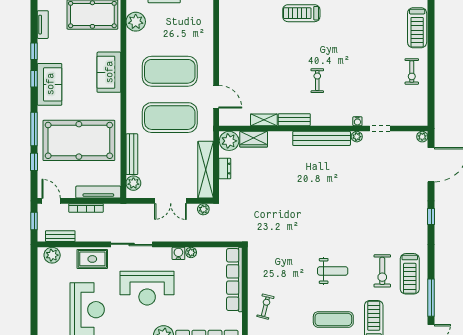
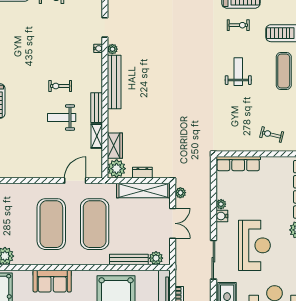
weight bench: (284, 82) -> (62, 117), added
exercise bike: (382, 271) -> (238, 25), width x0.73, depth x0.72
row of seats: (234, 280) -> (238, 164), width x0.73

